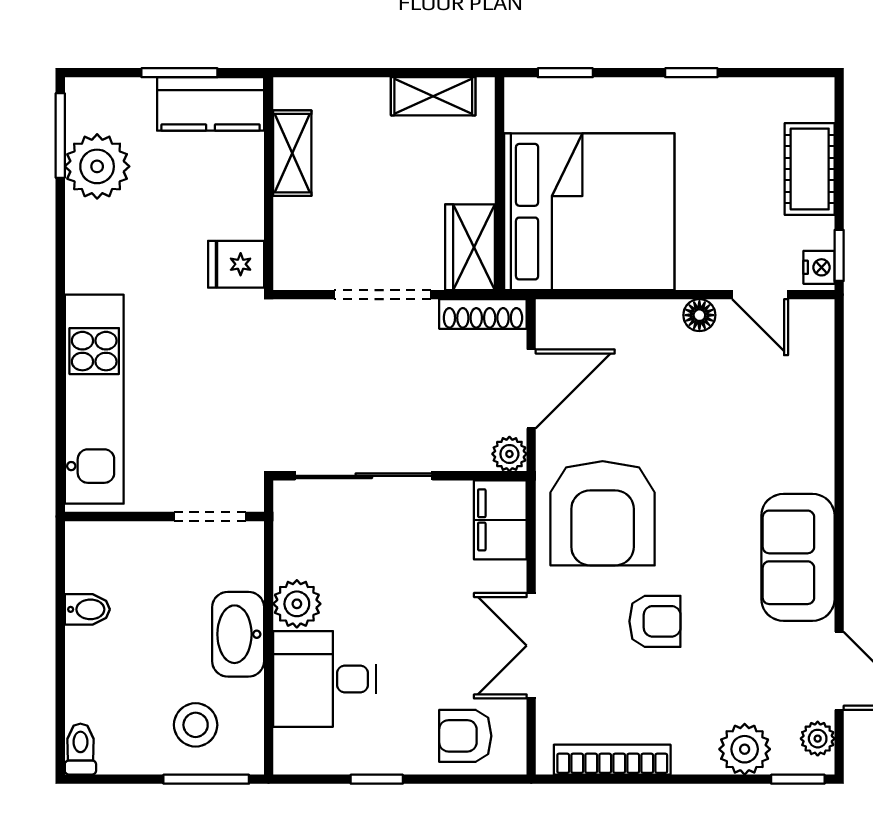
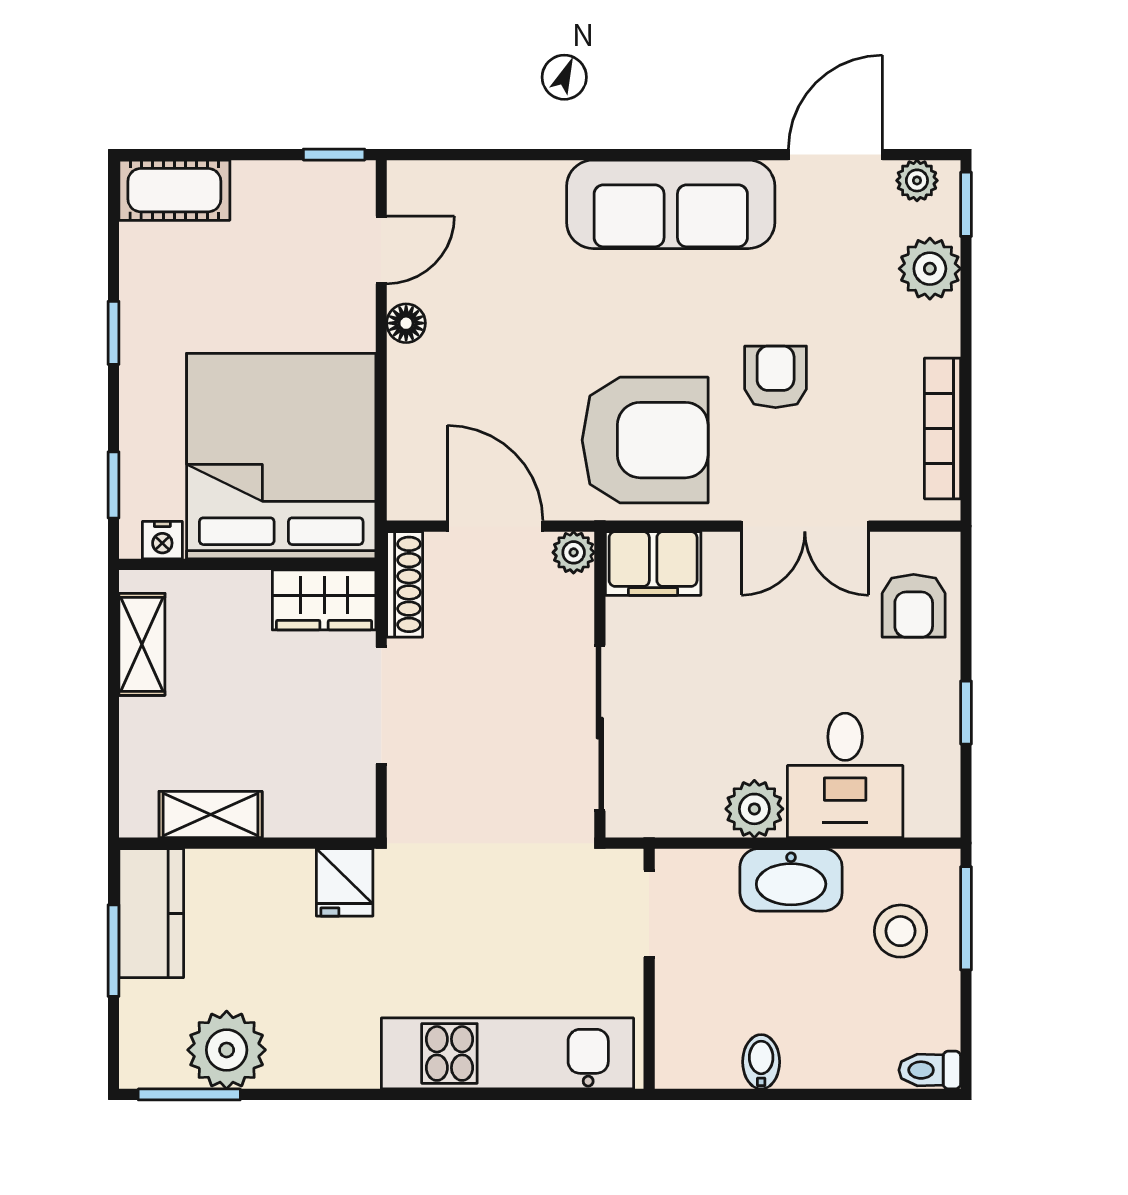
cot: (810, 169) -> (174, 190), moved
nightstand: (819, 267) -> (162, 540), moved, turned 180
sofa: (798, 557) -> (671, 204), width x1.36

